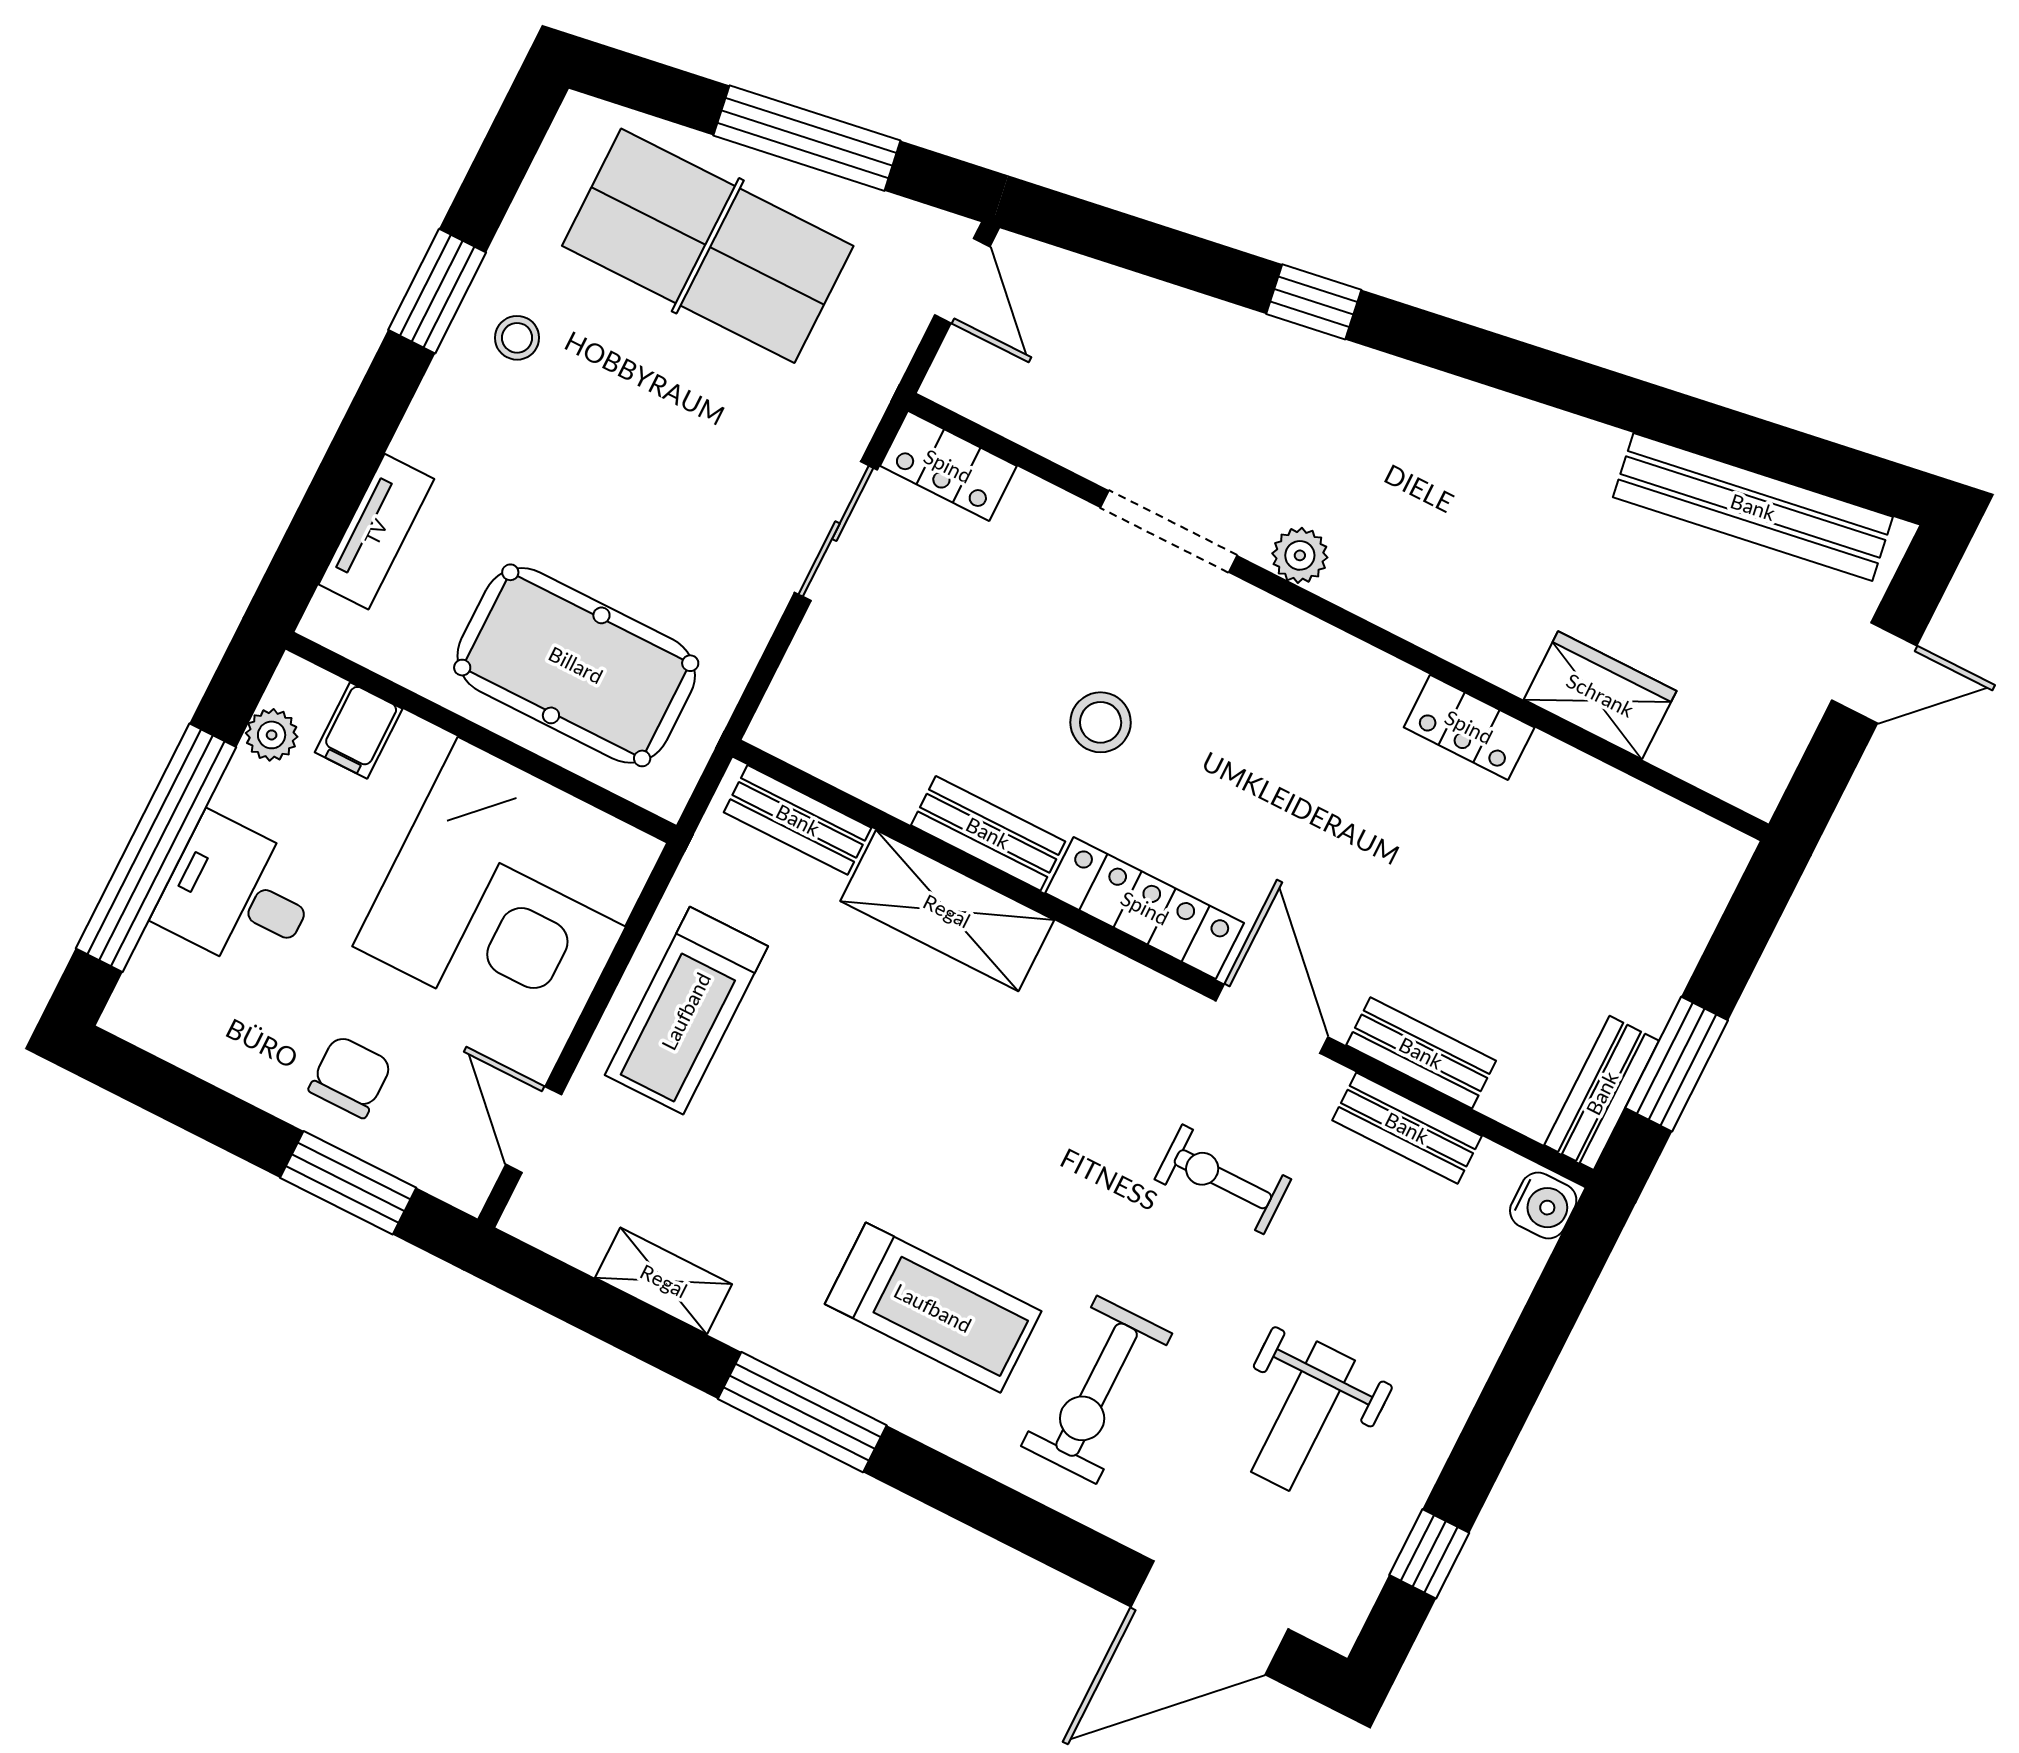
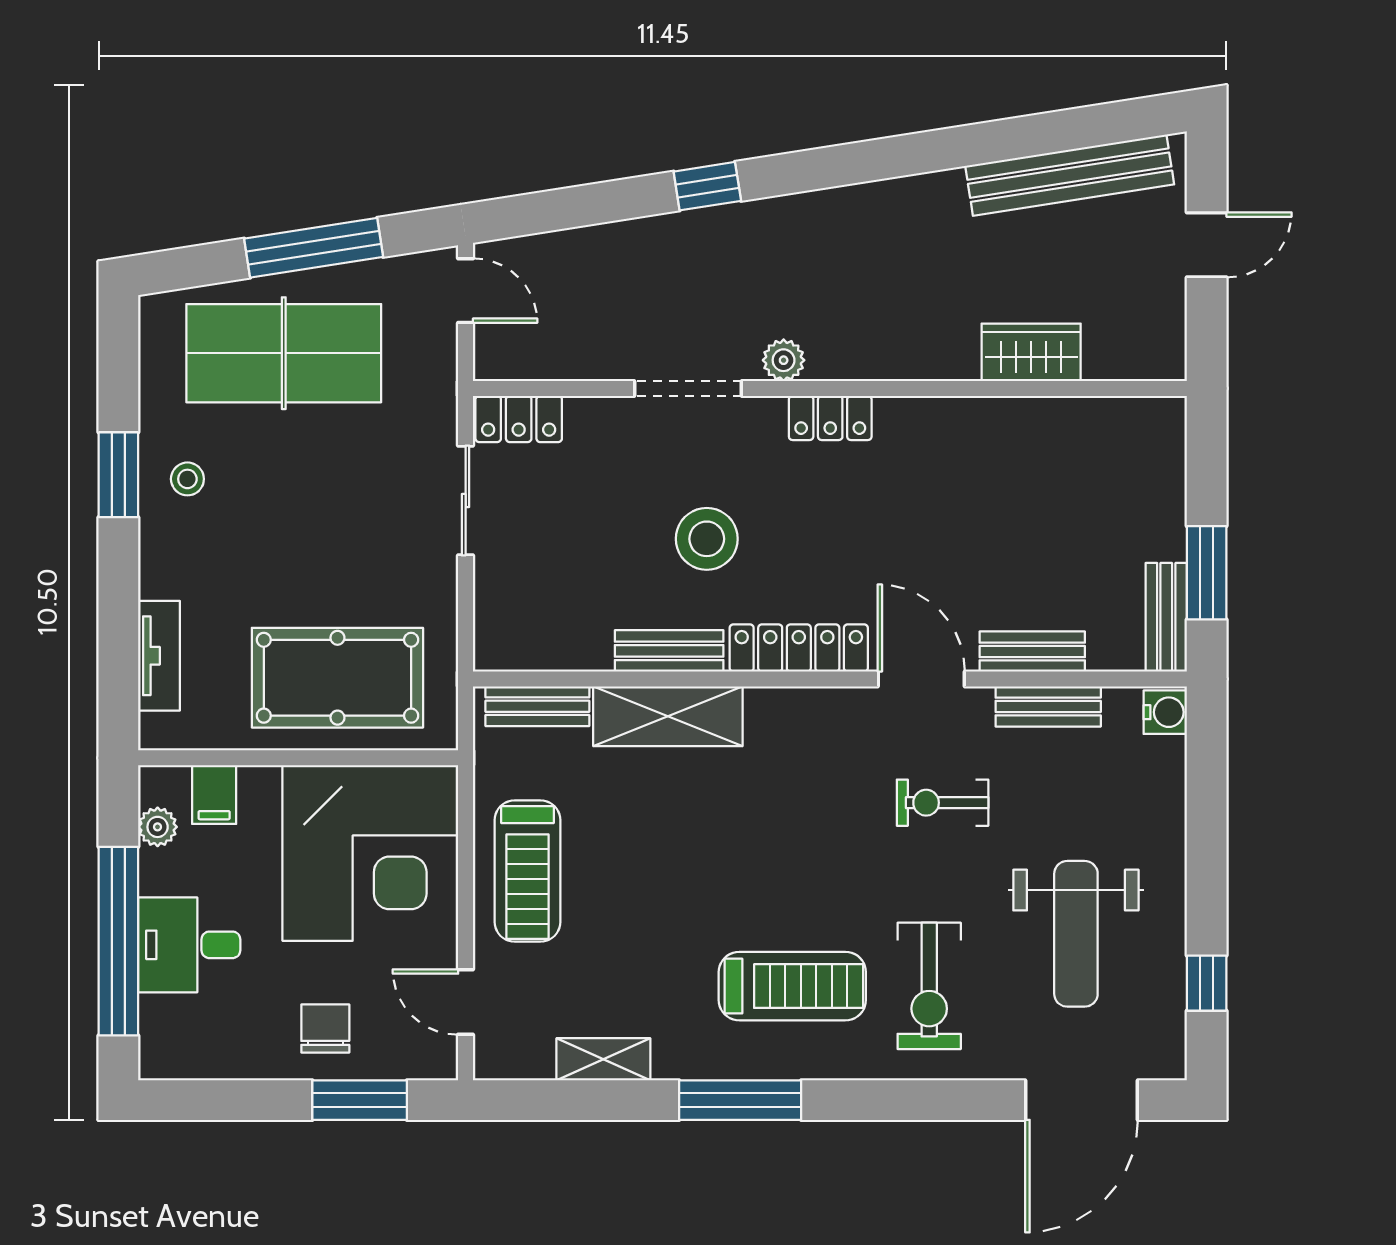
stool: (1101, 722) -> (707, 539), width x1.38, depth x1.38
locker: (1469, 727) -> (830, 418), moved
weight bench: (1303, 1416) -> (1076, 934), width x1.36, depth x1.33

